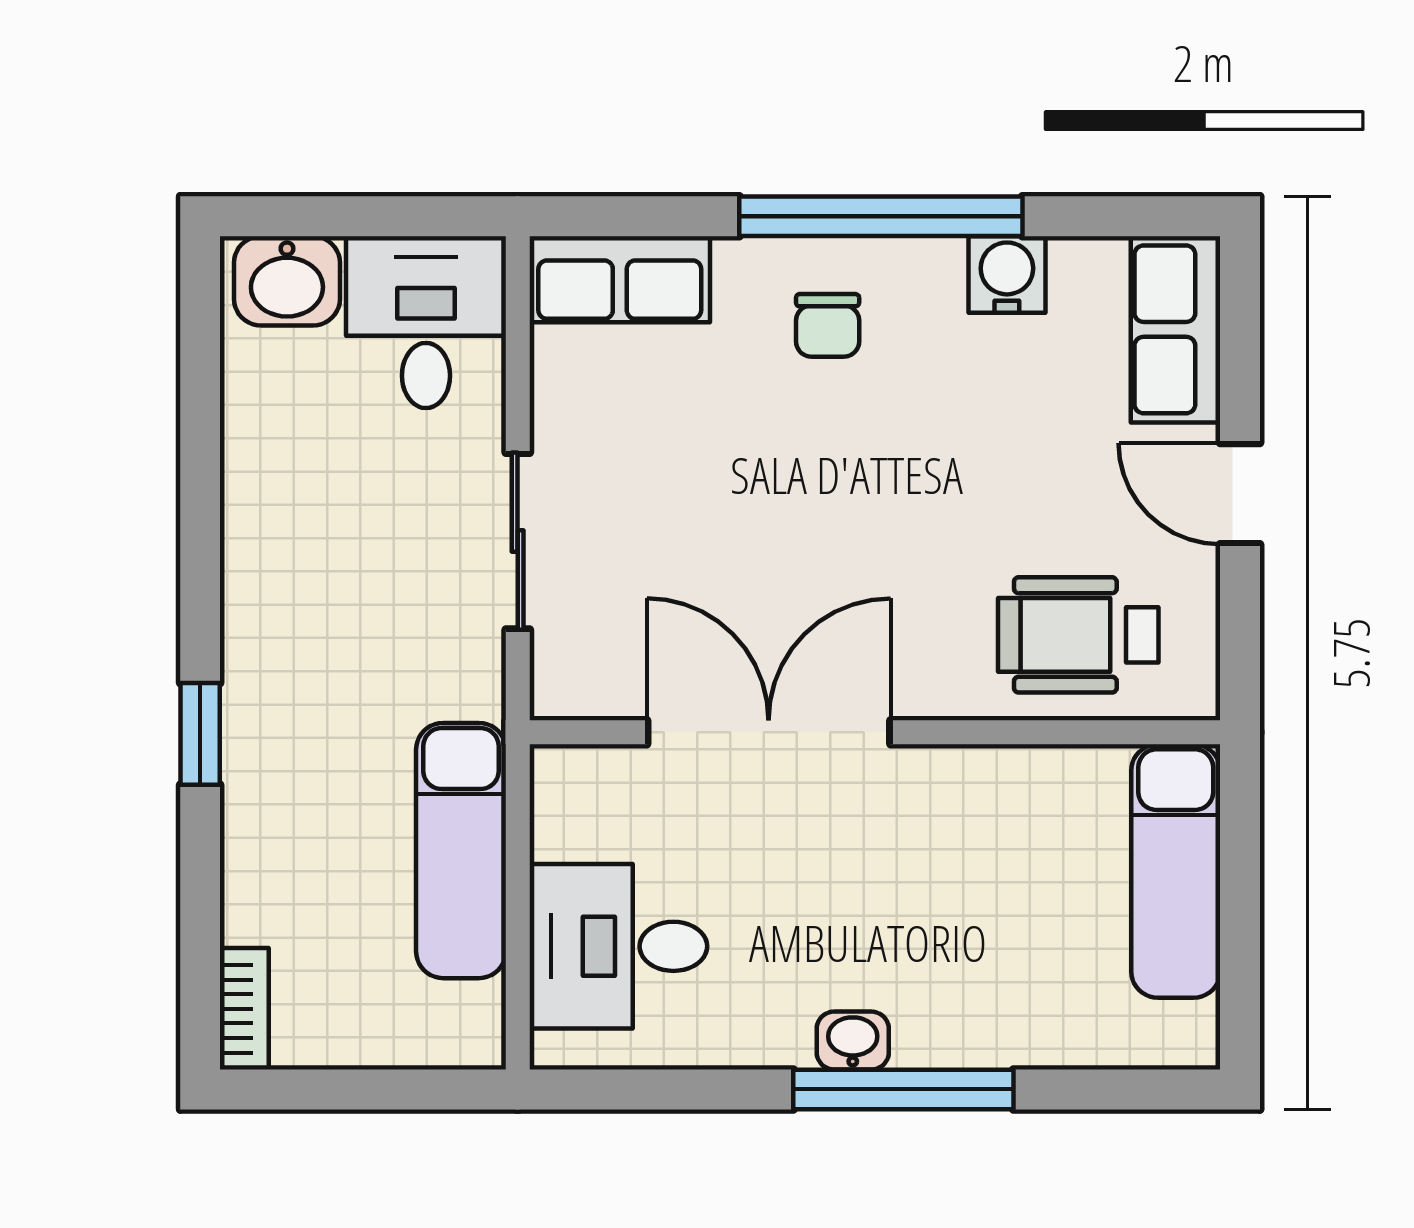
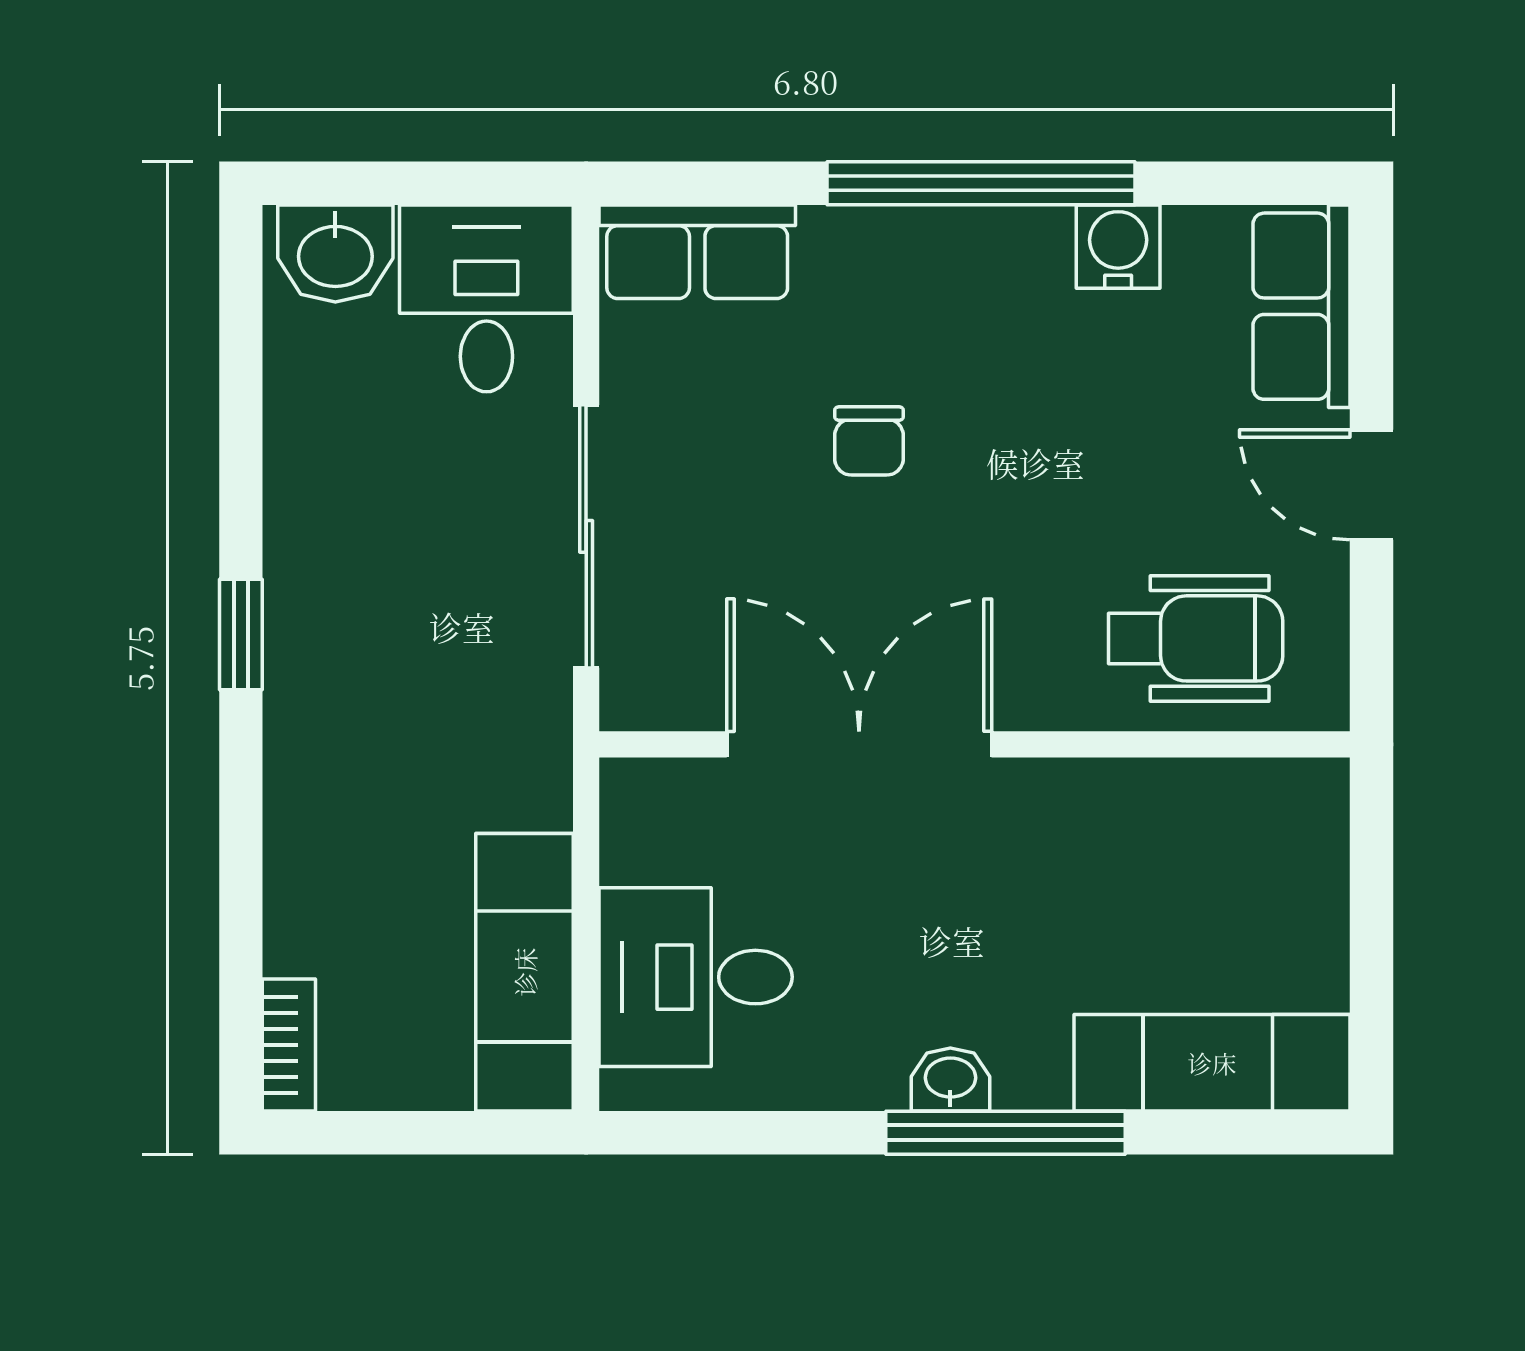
chair: (828, 325) -> (869, 441), moved
sliding door: (518, 541) -> (586, 536), width x1.37
wheelchair: (1078, 635) -> (1196, 638), turned 180
window: (200, 734) -> (241, 635), moved
exam couch: (461, 851) -> (525, 972), moved
exam couch: (1176, 871) -> (1212, 1063), moved, turned 90

